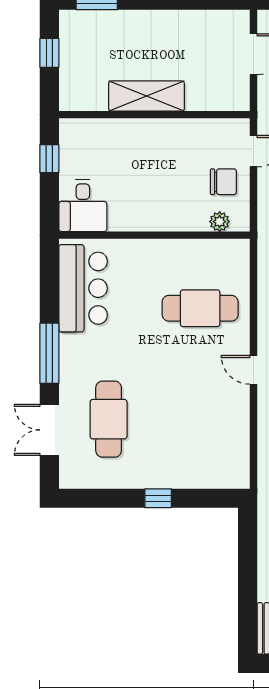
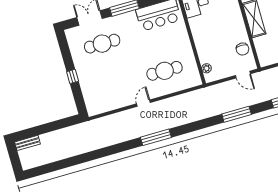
chair: (223, 182) -> (242, 49), moved
cafe table: (200, 308) -> (164, 71), turned 90

